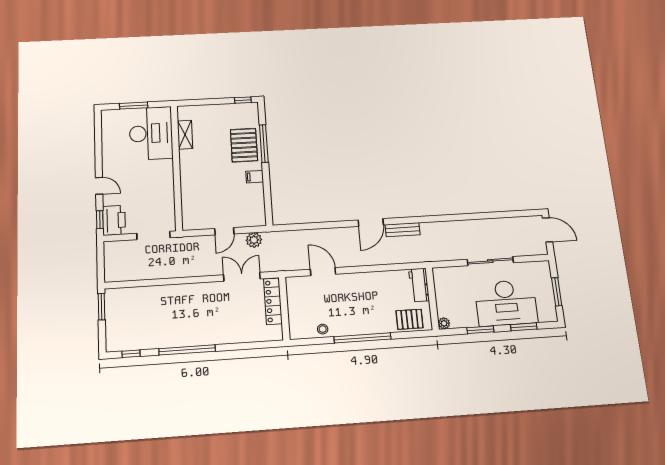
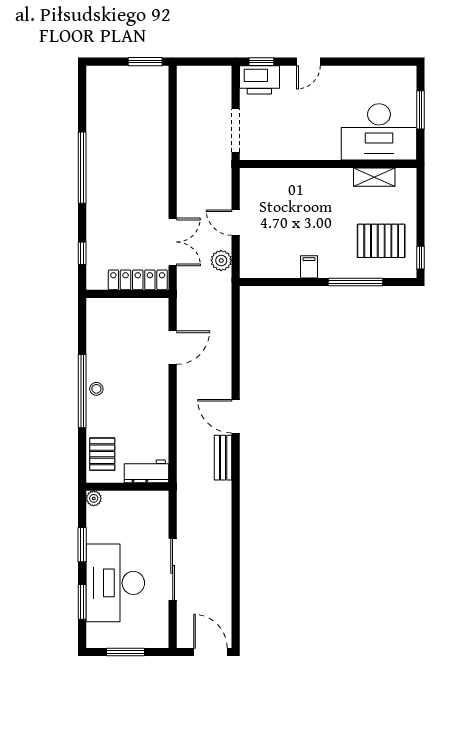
pallet: (244, 145) -> (381, 241), moved
door: (547, 230) -> (211, 652), swing flipped
stool: (323, 329) -> (96, 389), moved
window: (131, 354) -> (82, 253), moved

